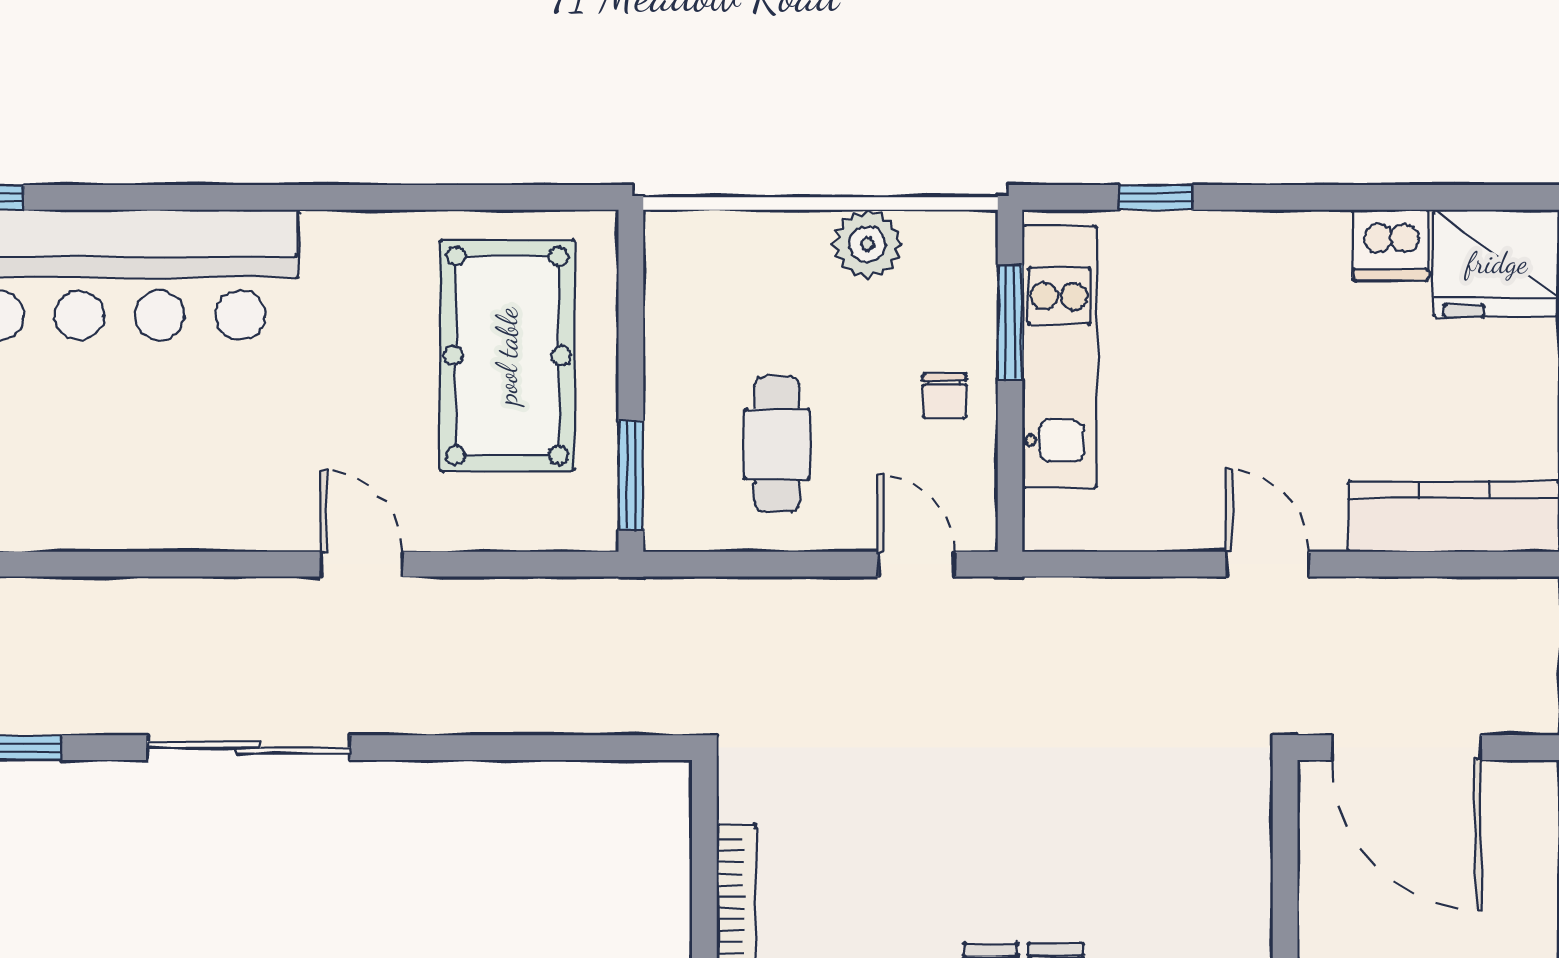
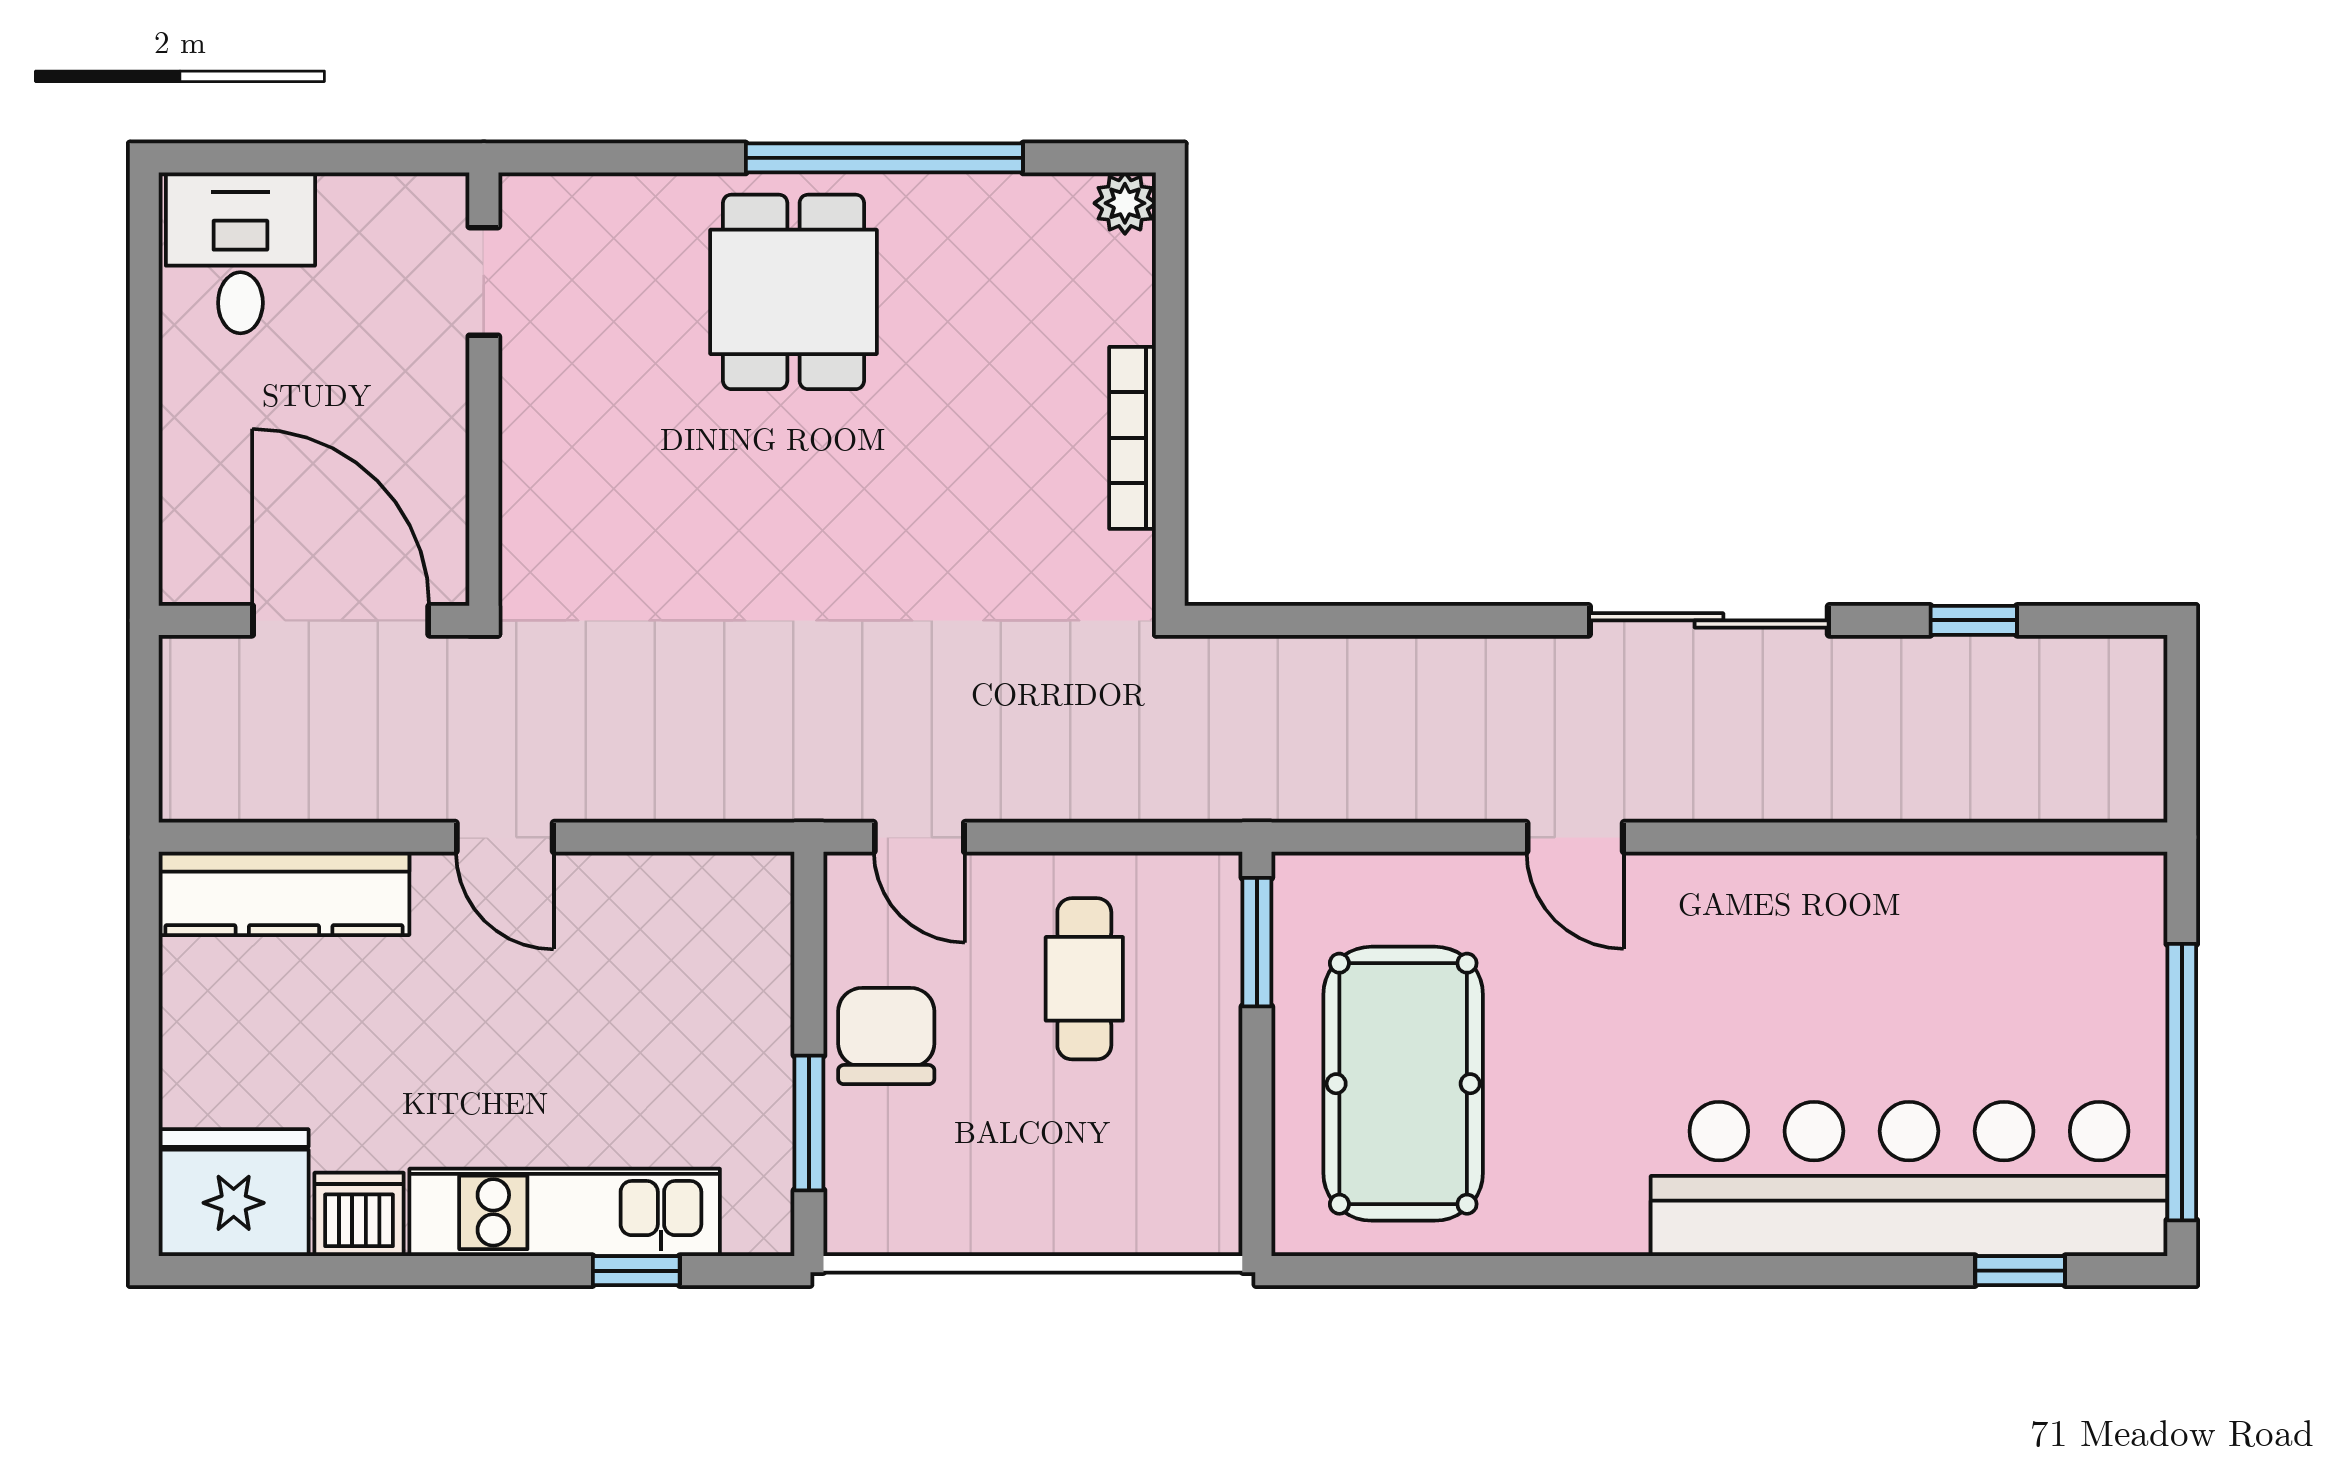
plant: (867, 244) -> (978, 1215), removed
kitchen unit: (1059, 357) -> (565, 1212), moved, turned 90
chair: (945, 396) -> (886, 1036), width x1.87, depth x1.87

